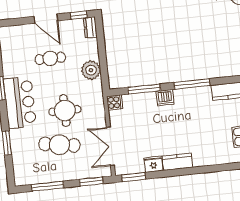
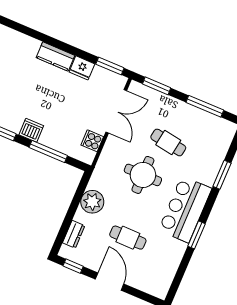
dresser: (90, 28) -> (74, 234), moved
cooker: (115, 102) -> (92, 141), moved
cafe table: (59, 145) -> (168, 142), width x0.73, depth x0.74

